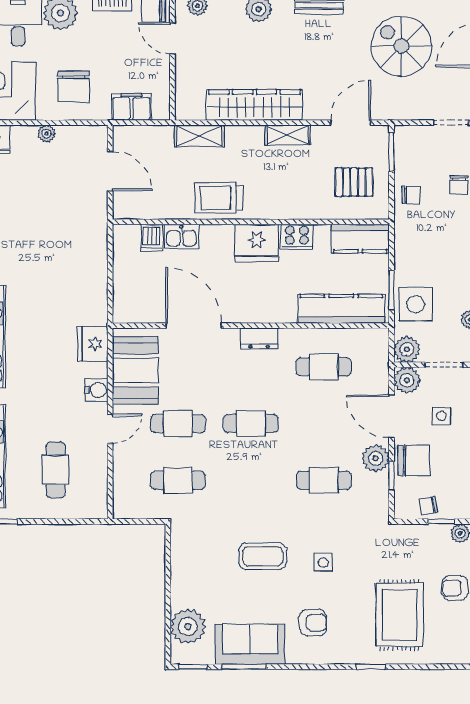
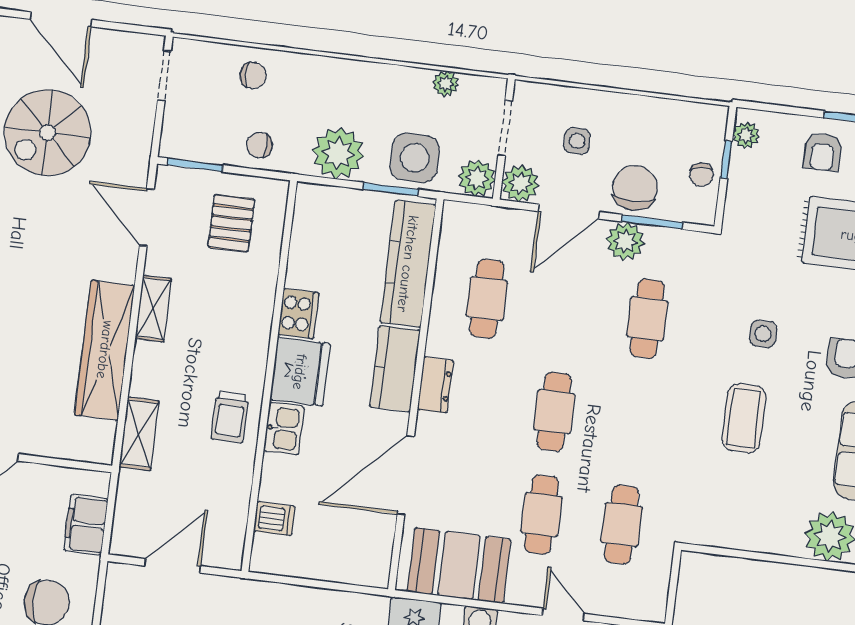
chair: (411, 195) -> (259, 145), turned -90
trolley: (219, 198) -> (230, 417), width x0.73, depth x0.72
kitchen sink: (181, 237) -> (284, 429), moved
kitchen counter: (360, 239) -> (395, 369), moved, turned 180
plant: (412, 251) -> (338, 153), added
door: (110, 429) -> (563, 615), moved
window: (391, 475) -> (652, 222), width x1.50

